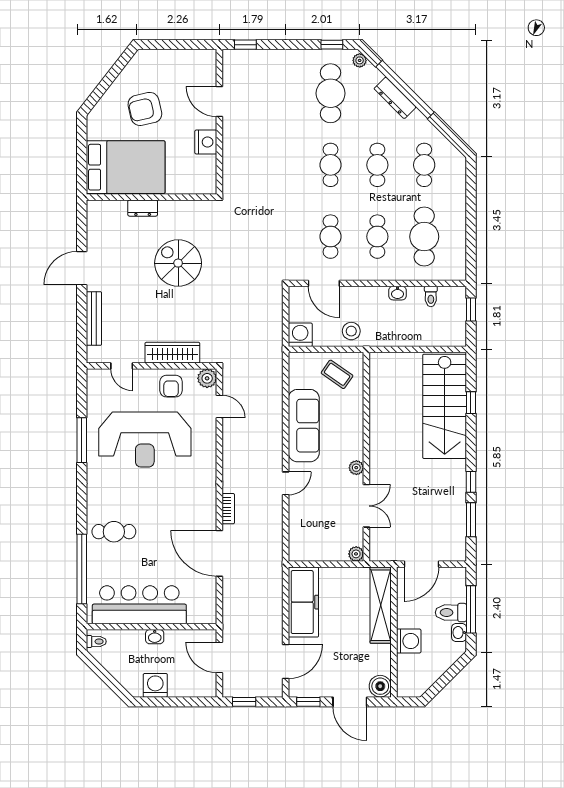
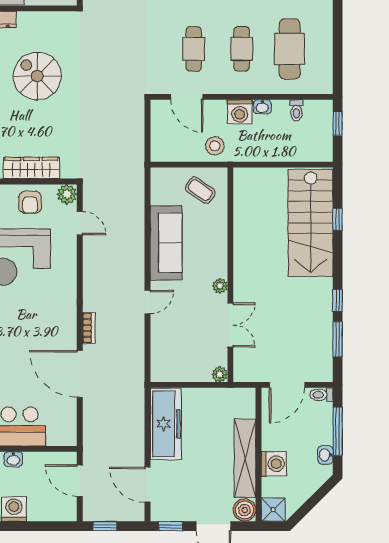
washing machine: (300, 335) -> (240, 112), moved, turned 180
shelving: (381, 605) -> (245, 458), moved
toilet: (451, 613) -> (322, 395), moved, width x0.73, depth x0.72
door: (286, 661) -> (147, 485), swing flipped
shower: (408, 686) -> (273, 510), added

